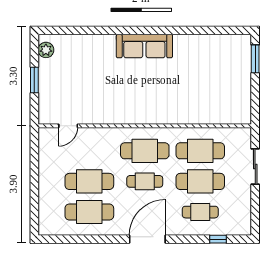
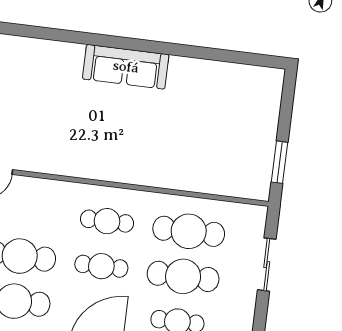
window: (255, 59) -> (280, 162), moved
cafe table: (145, 151) -> (107, 221), width x0.73, depth x0.74

